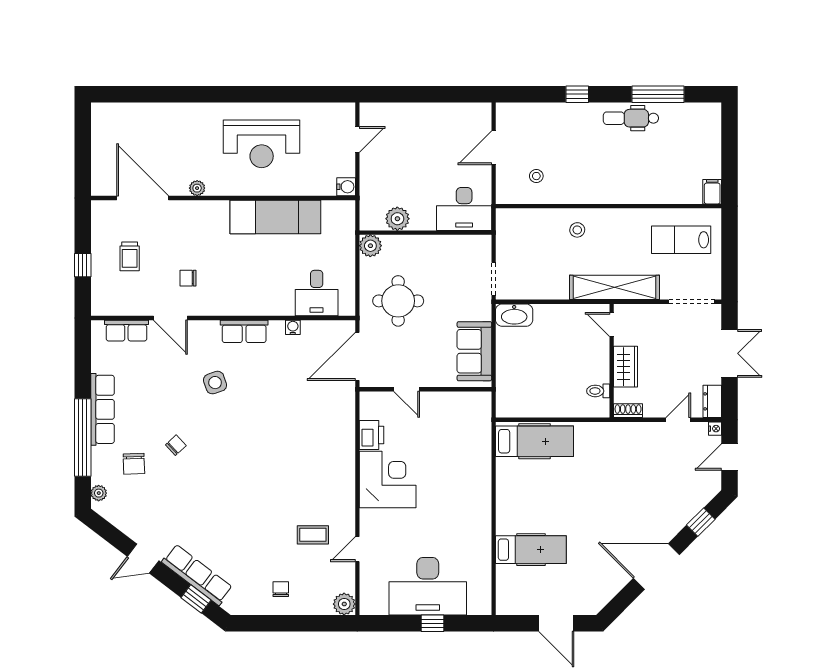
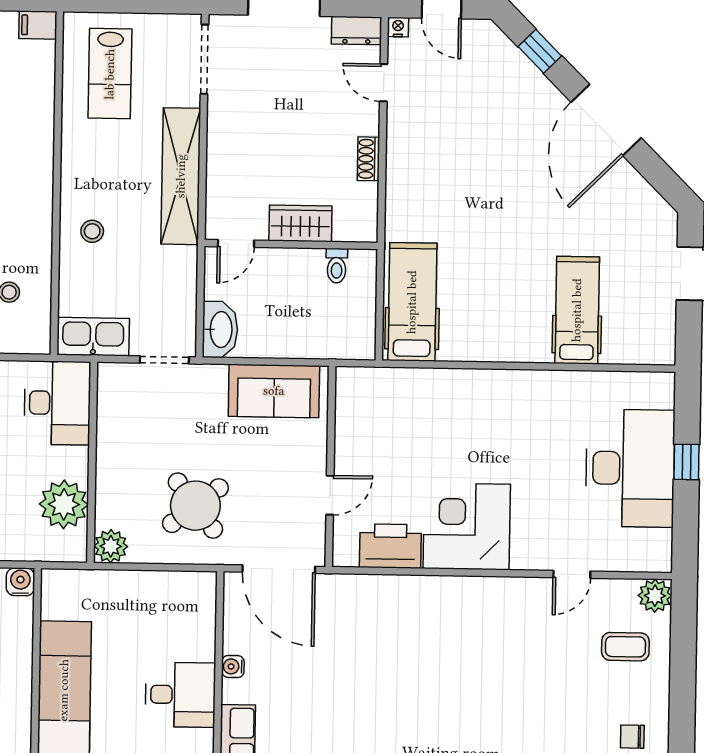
plant: (397, 219) -> (64, 504), width x1.36, depth x1.36
kitchen sink: (508, 232) -> (93, 337), added
desk: (317, 293) -> (180, 695), moved
round table: (398, 301) -> (195, 506), turned -38
door: (612, 325) -> (236, 243), moved
wall: (612, 361) -> (291, 244), moved
wardrobe: (625, 367) -> (300, 223), moved
toilet: (598, 391) -> (337, 266), moved
printer: (371, 435) -> (390, 546), width x1.37, depth x1.19
coffee table: (313, 535) -> (625, 647), moved, turned 90
door: (357, 549) -> (572, 574), hinge flipped
chair: (281, 589) -> (632, 737), moved

